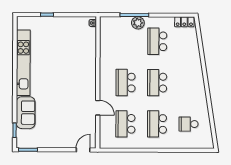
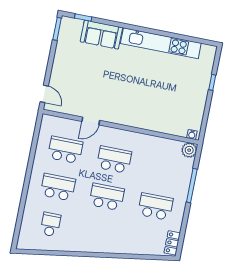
plant: (138, 23) -> (189, 150), moved

